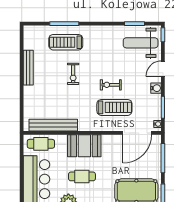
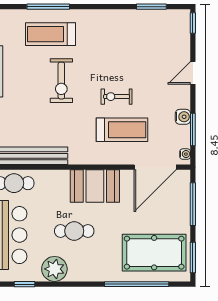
weight bench: (141, 43) -> (160, 35), removed
exercise bike: (73, 74) -> (61, 81), width x1.38, depth x1.39
water cooler: (156, 88) -> (183, 117), moved
booth: (84, 146) -> (95, 186), moved

